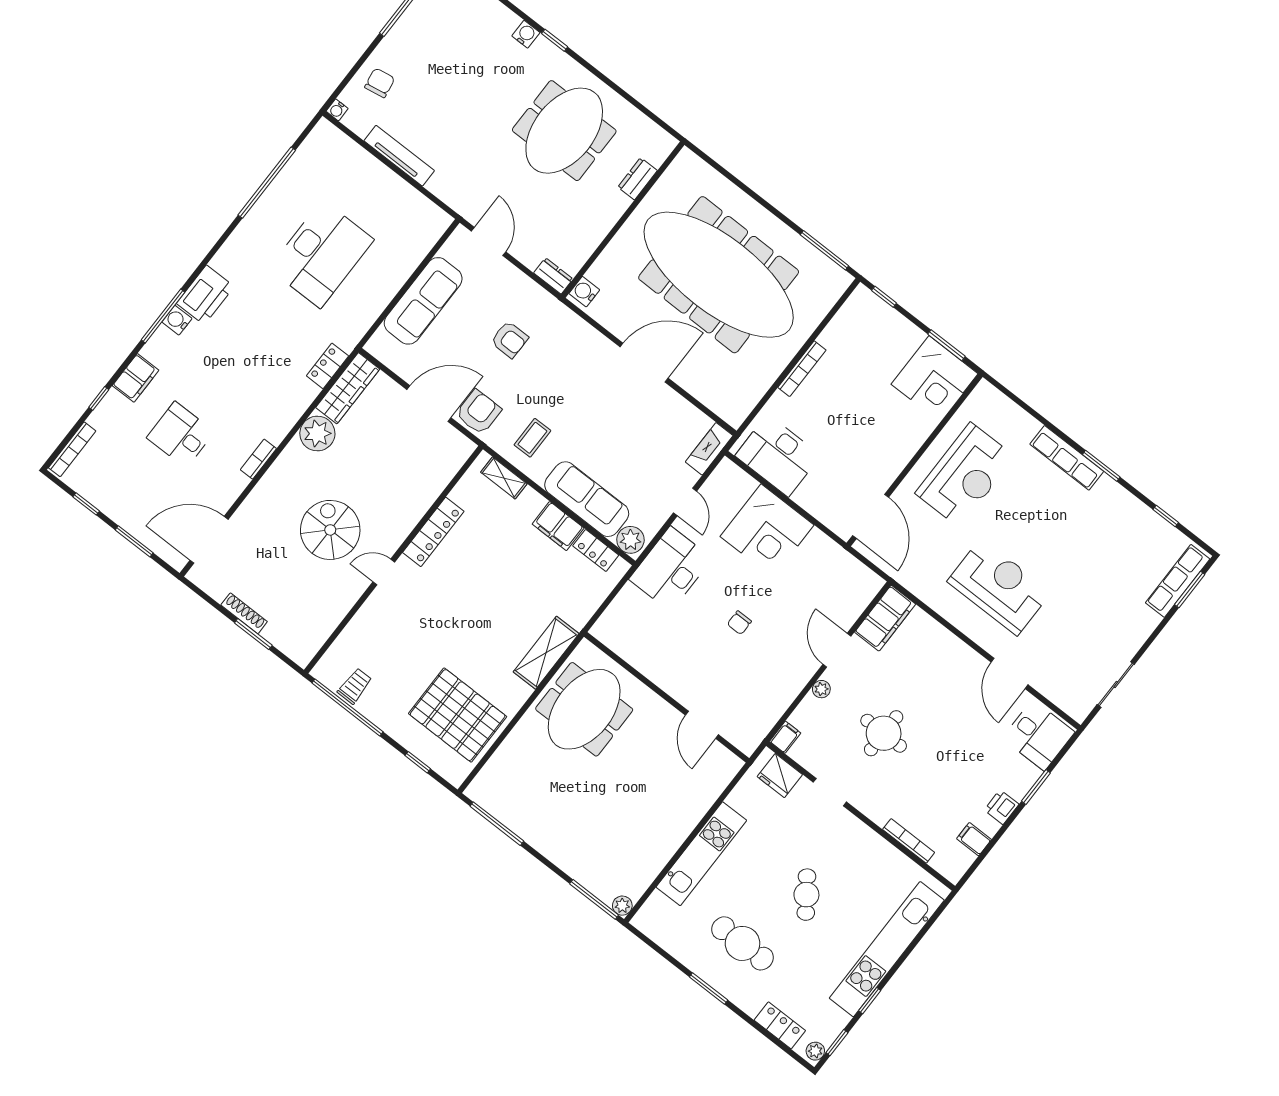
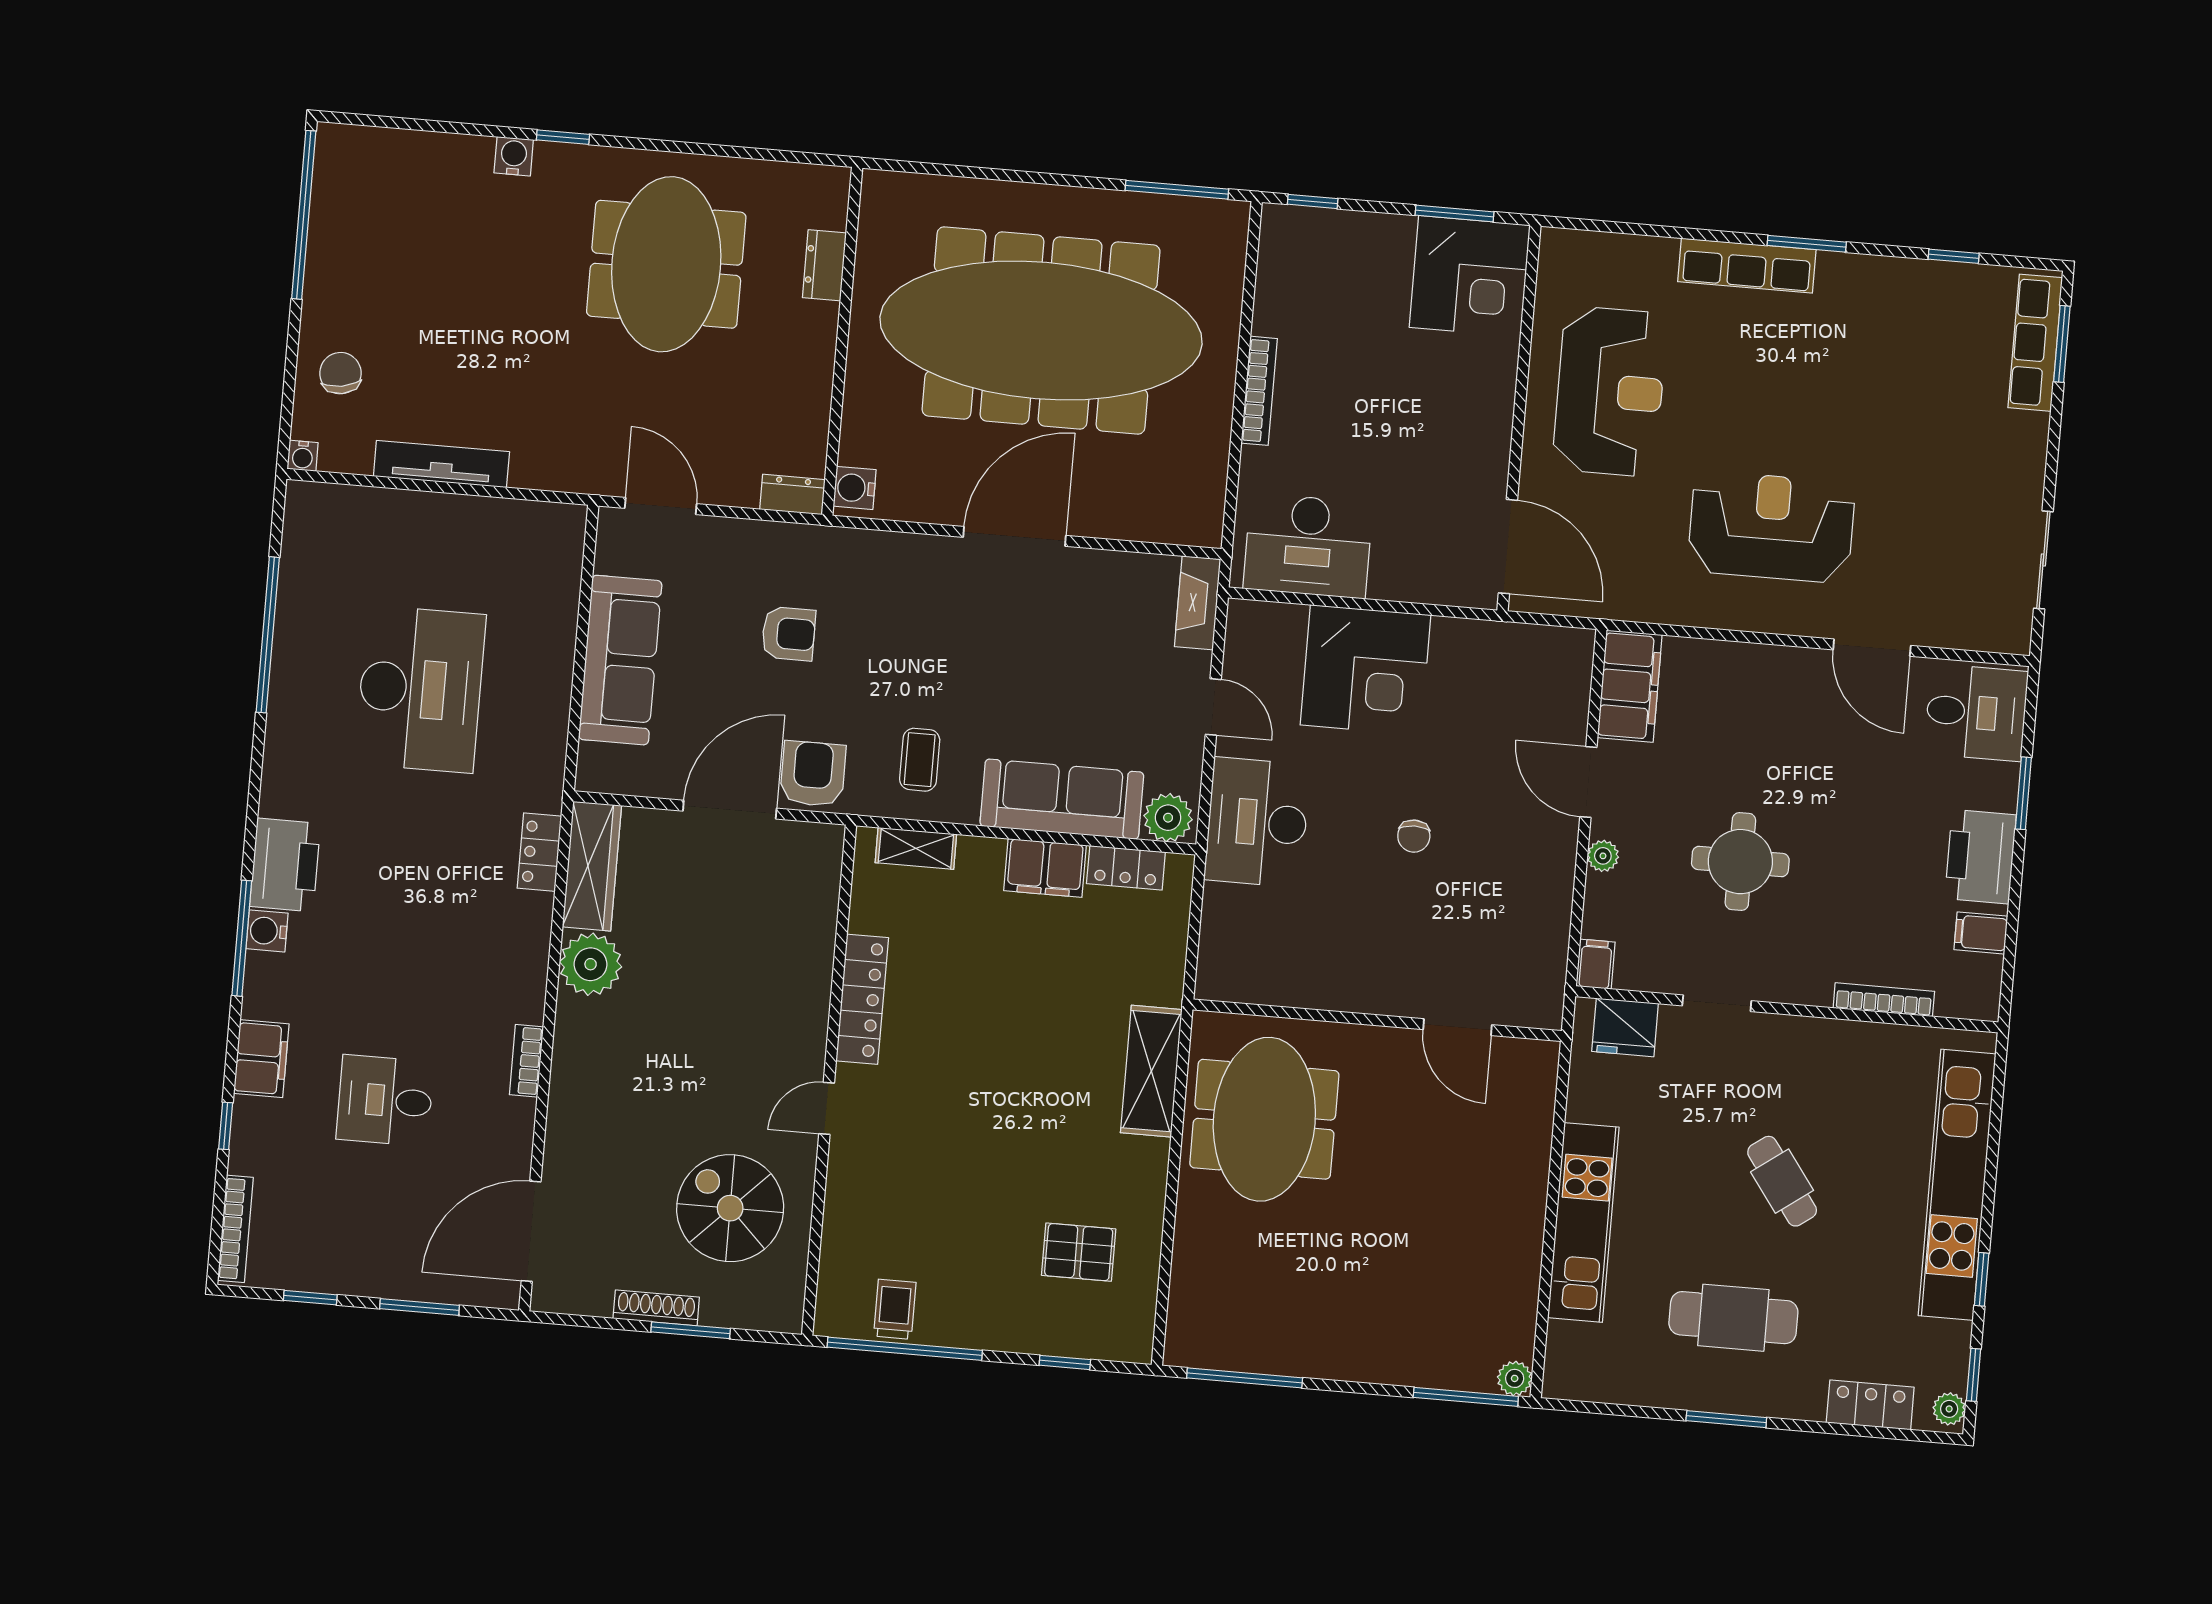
spiral stairs: (330, 530) -> (730, 1208), moved
pallet: (458, 715) -> (1079, 1252), width x0.49, depth x0.50
printer: (1001, 807) -> (1981, 857), width x1.87, depth x1.48

